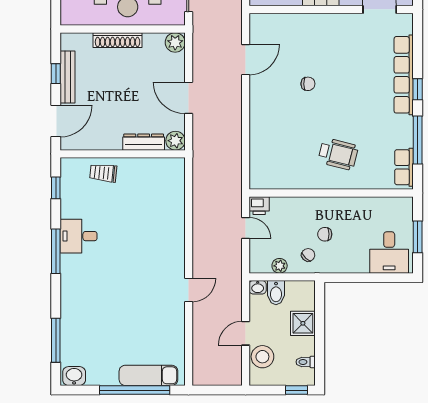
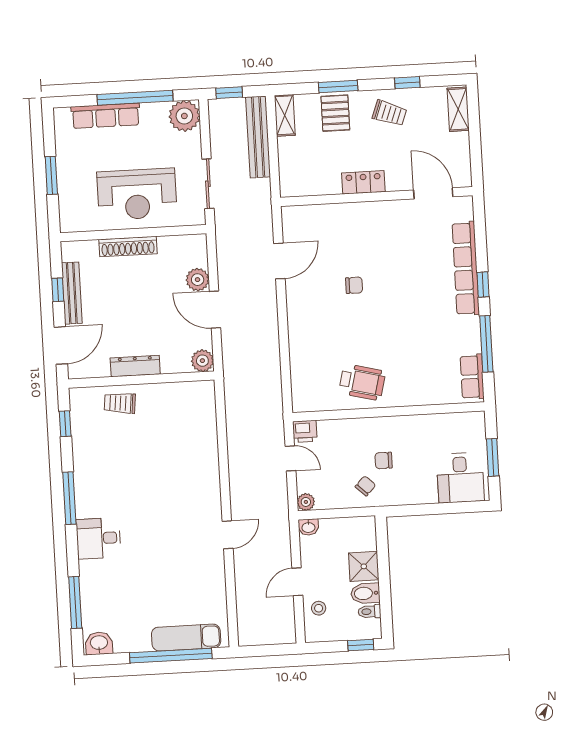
plant: (175, 42) -> (198, 280), moved
dresser: (144, 142) -> (135, 366), moved
wheelchair: (338, 154) -> (362, 382), moved
desk: (79, 236) -> (98, 538), moved
plant: (280, 266) -> (306, 502), moved
bidet: (276, 293) -> (365, 593), moved, turned 90
stool: (262, 357) -> (319, 608), width x0.53, depth x0.53

